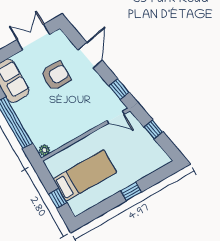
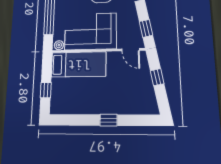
corner sofa: (67, 120) -> (90, 31), added
bed: (85, 175) -> (79, 64), moved

